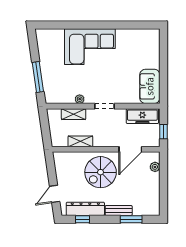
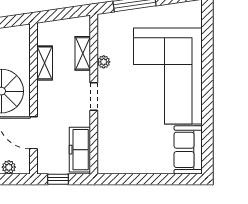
corner sofa: (90, 47) -> (168, 76), width x1.36, depth x1.36
sofa: (150, 86) -> (188, 150), moved, turned -90

